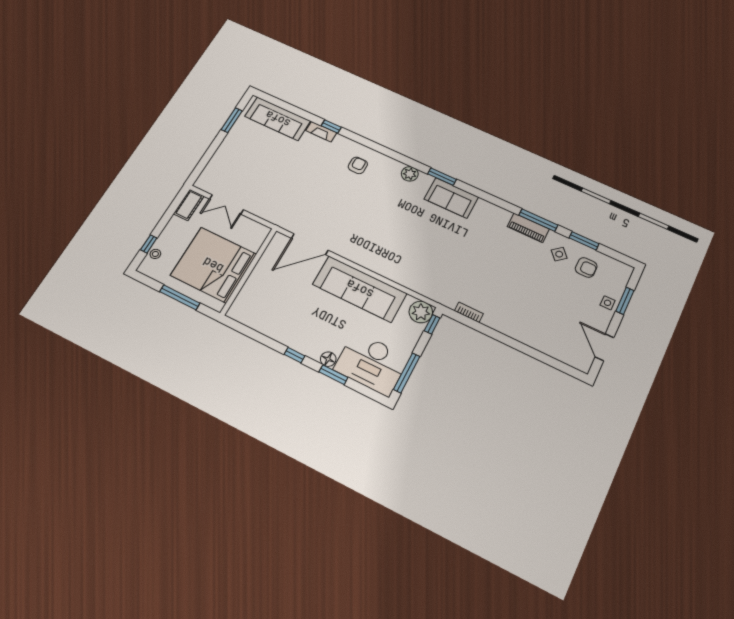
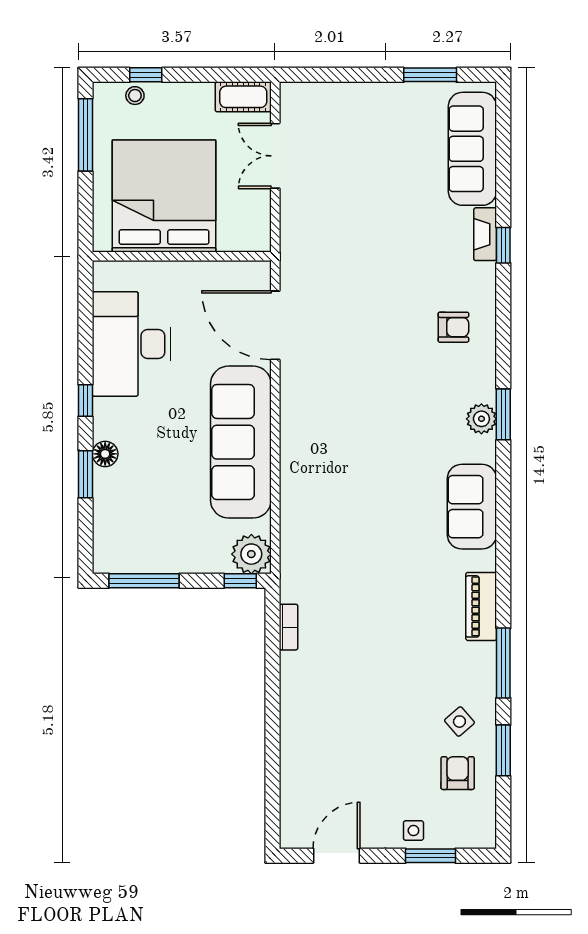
window: (442, 177) -> (503, 414), moved
piano: (528, 228) -> (481, 606), moved
armchair: (586, 267) -> (458, 773), turned 180
window: (180, 297) -> (85, 135), moved
desk: (371, 363) -> (132, 344), moved

